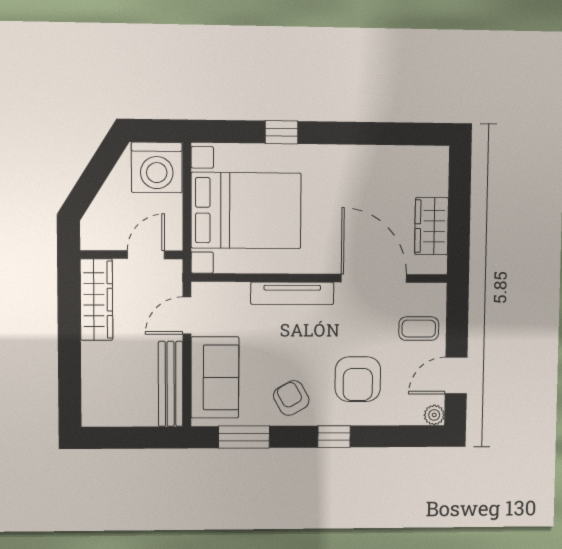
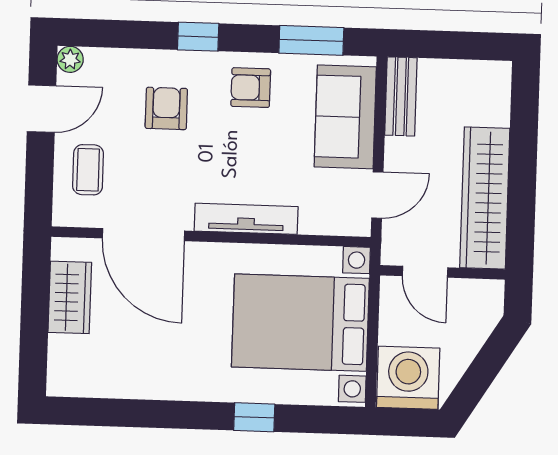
door: (146, 255) -> (425, 272), hinge flipped
wardrobe: (96, 300) -> (485, 198), width x1.40, depth x1.17
coffee table: (419, 329) -> (88, 170), turned 90
armchair: (358, 379) -> (166, 108), width x0.72, depth x0.72
bench: (171, 384) -> (401, 96), width x0.73
armchair: (291, 398) -> (251, 88), turned 119

